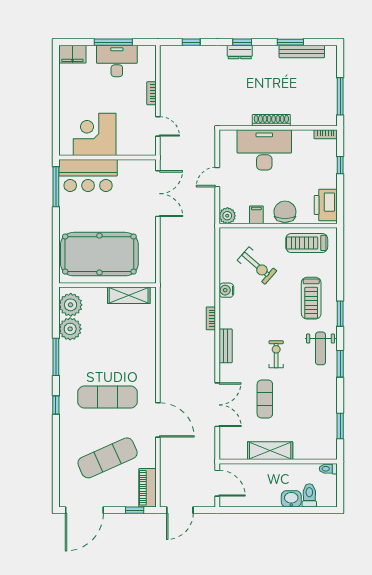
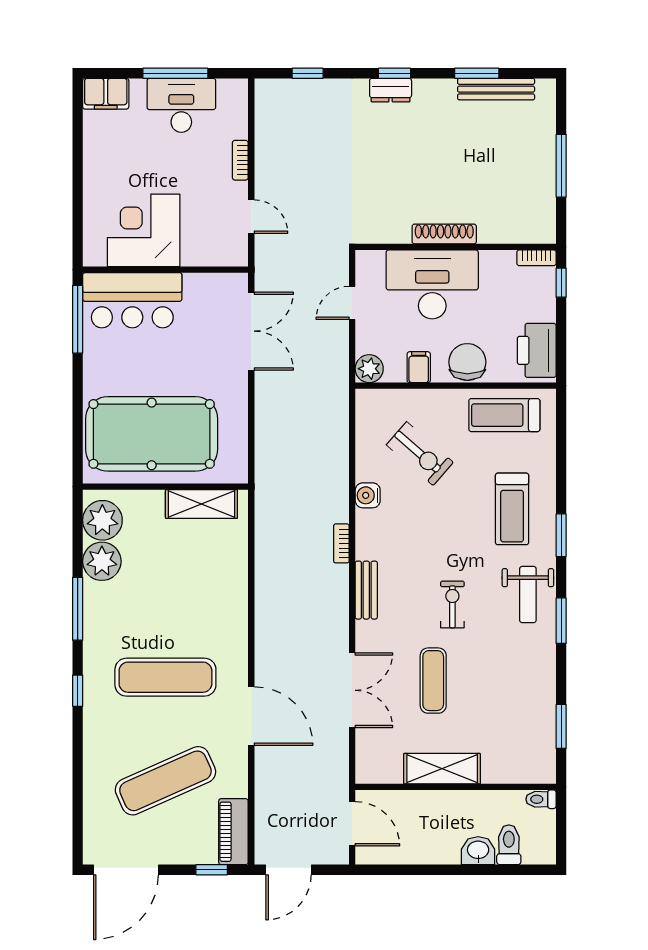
shoe rack: (271, 120) -> (444, 234), moved
wall: (278, 128) -> (456, 247), moved
bookcase: (326, 134) -> (536, 258), moved
desk: (264, 150) -> (432, 284), moved

